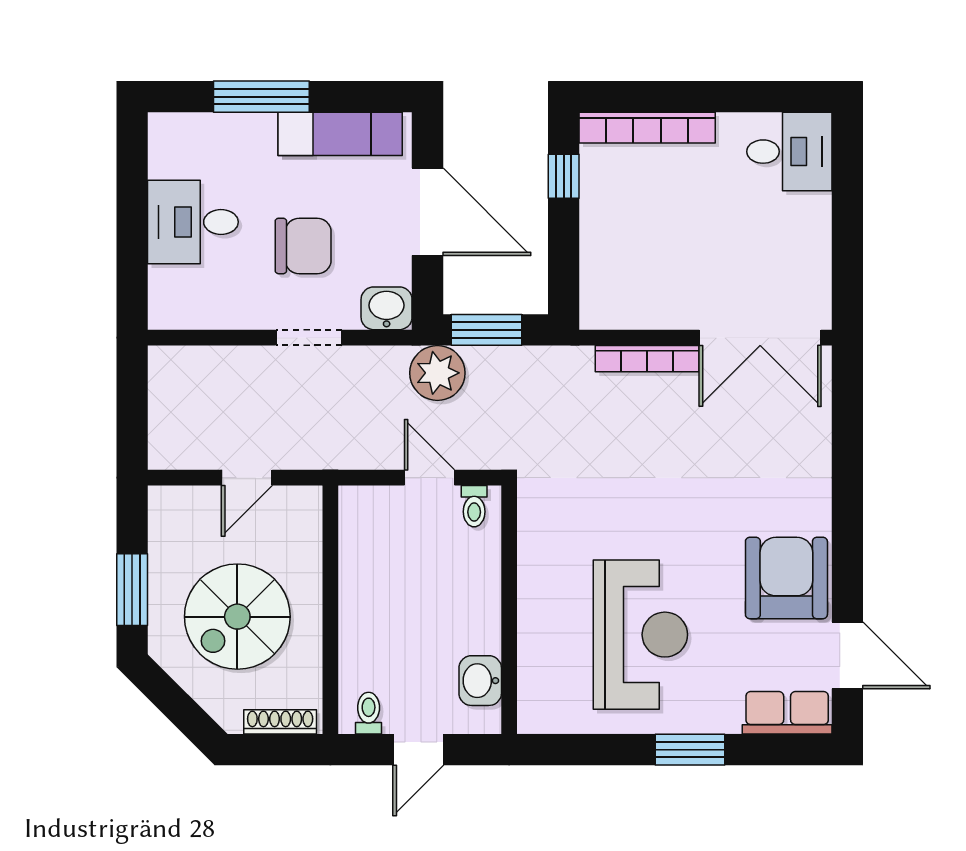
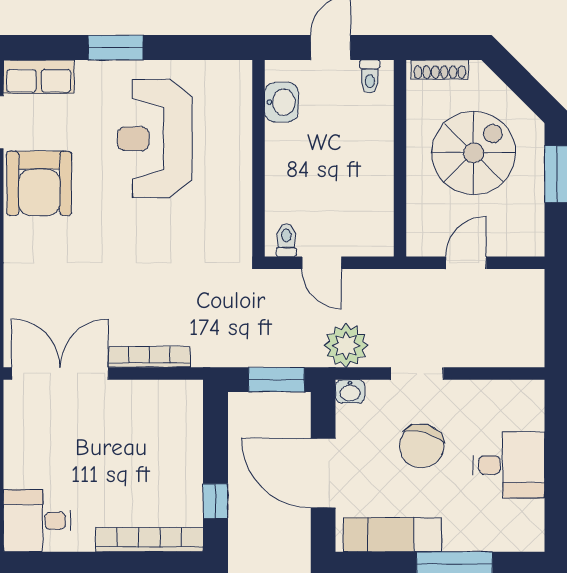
chair: (303, 246) -> (422, 446), turned -74
washbasin: (387, 308) -> (350, 391), width x0.72, depth x0.69
plant: (437, 373) -> (346, 346), moved

